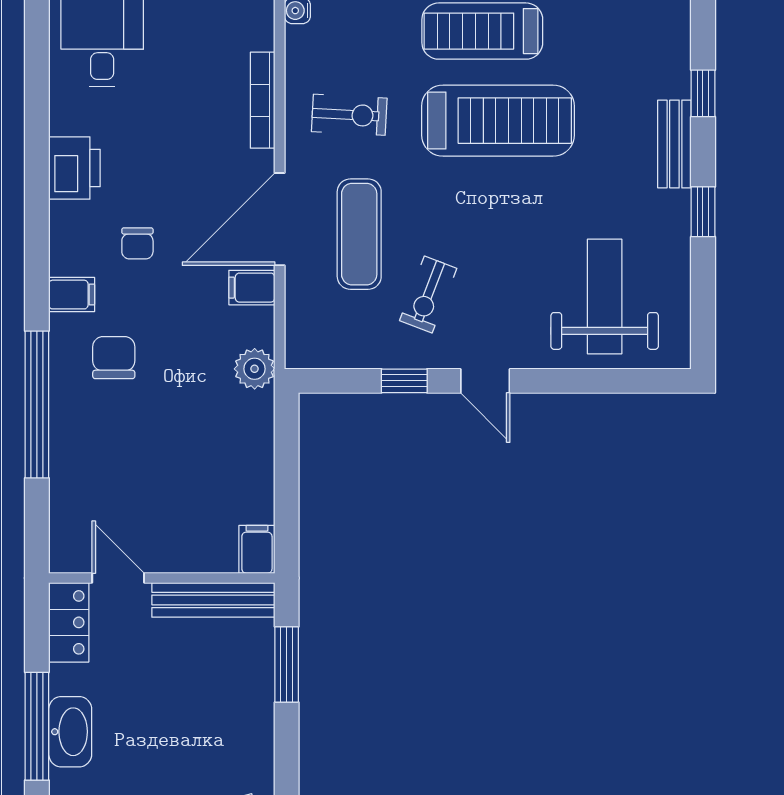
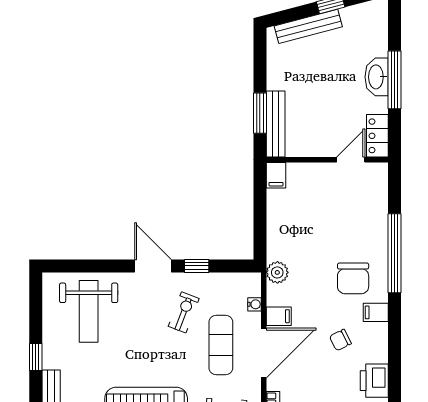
chair: (137, 243) -> (340, 340), turned -117
water cooler: (297, 310) -> (254, 304), added
chair: (114, 358) -> (353, 278), width x1.37, depth x1.37
door: (485, 381) -> (153, 266), width x1.38
door: (118, 578) -> (351, 160), swing flipped
bench: (213, 600) -> (276, 124), moved, turned 90

